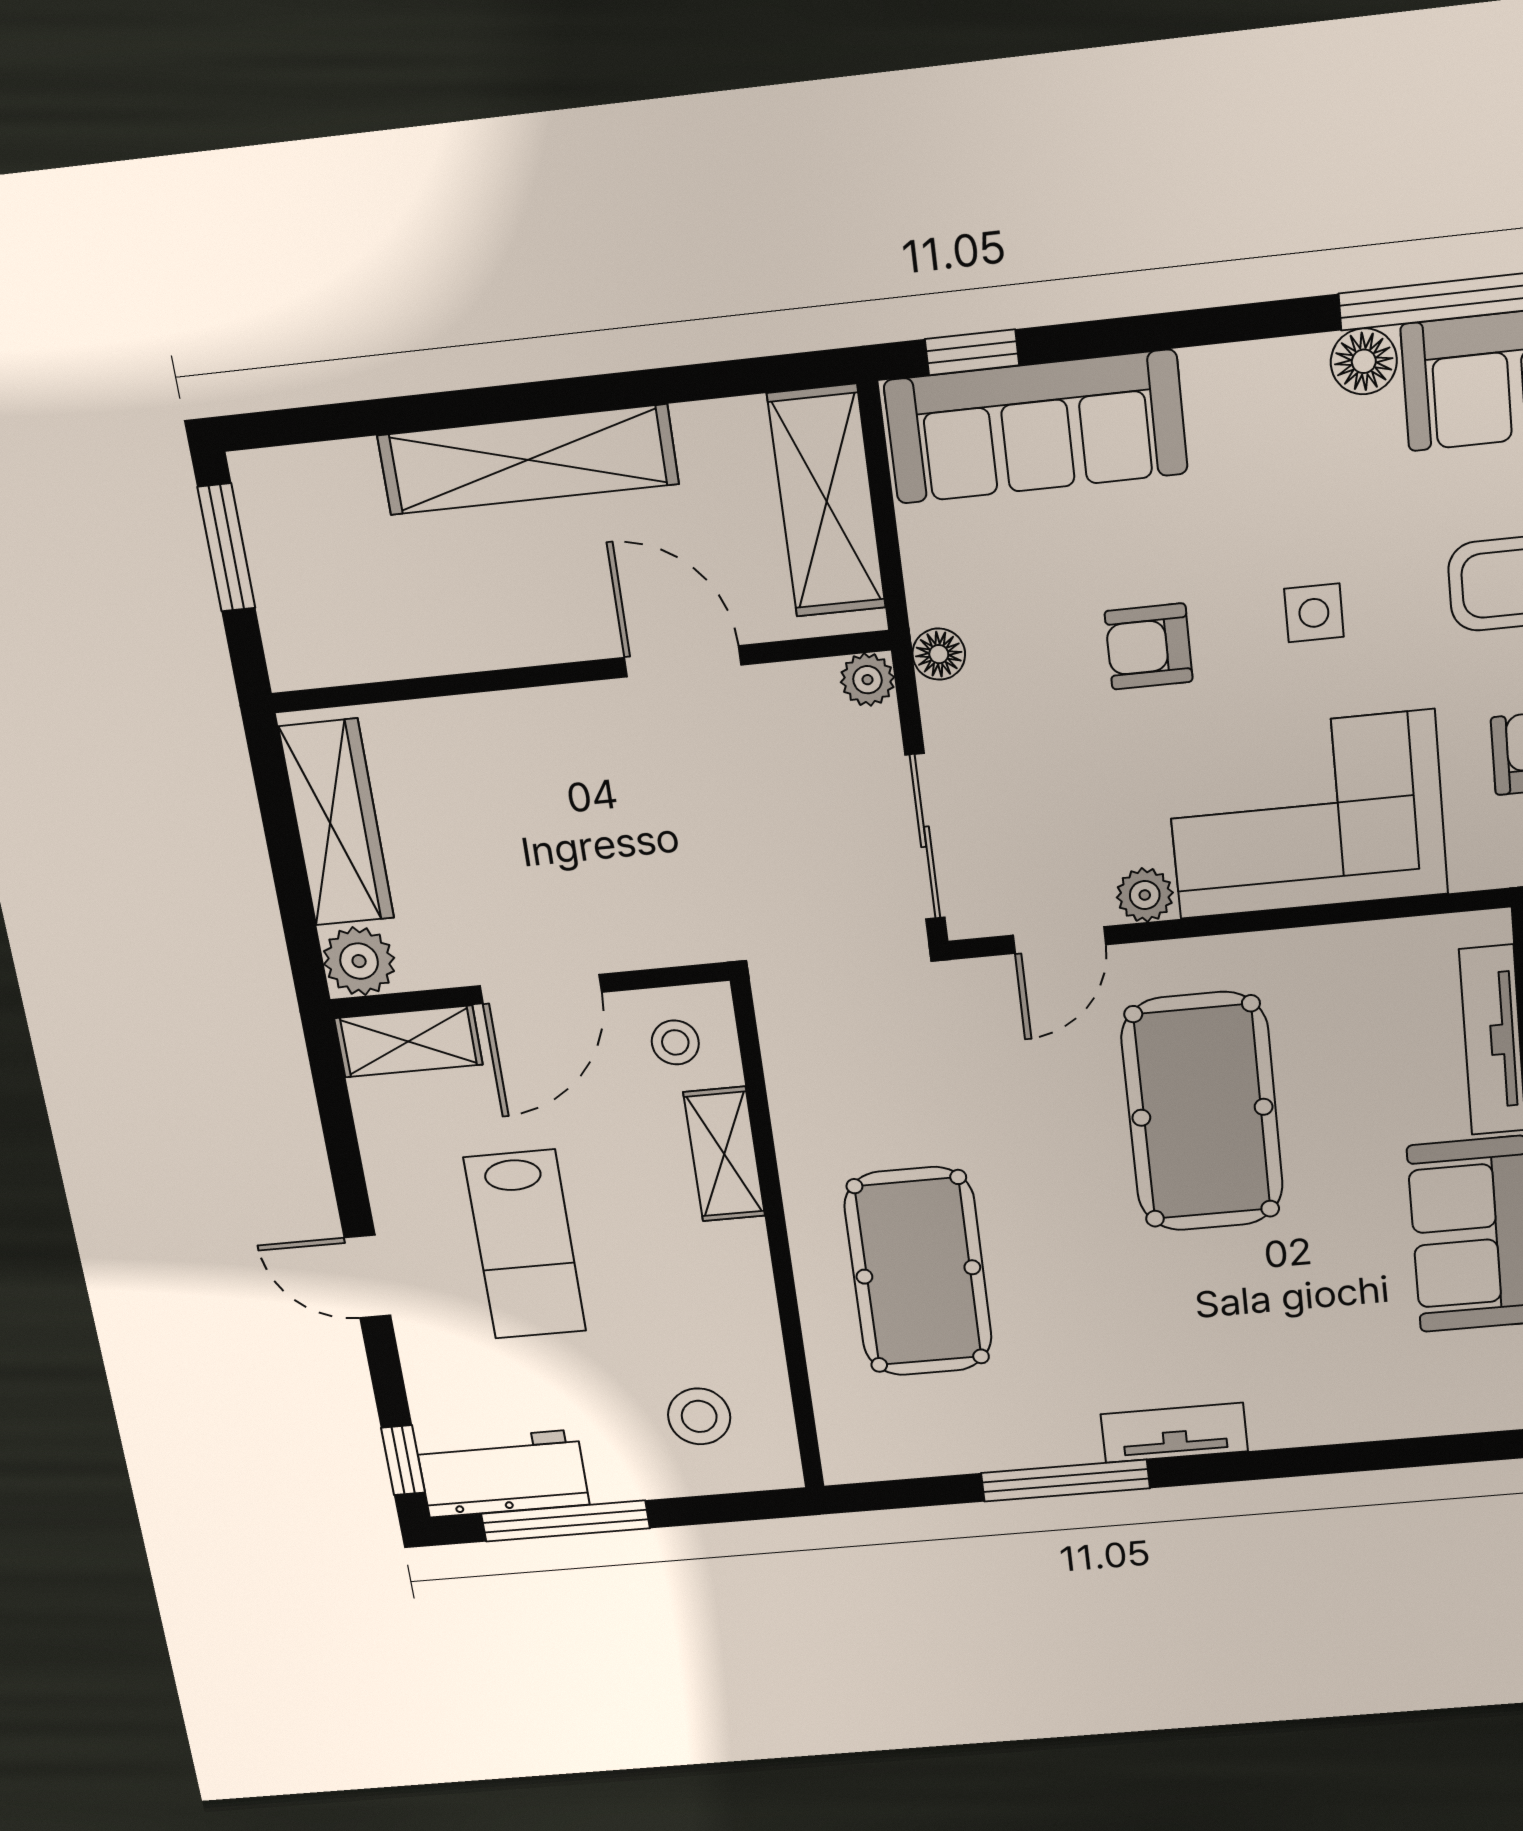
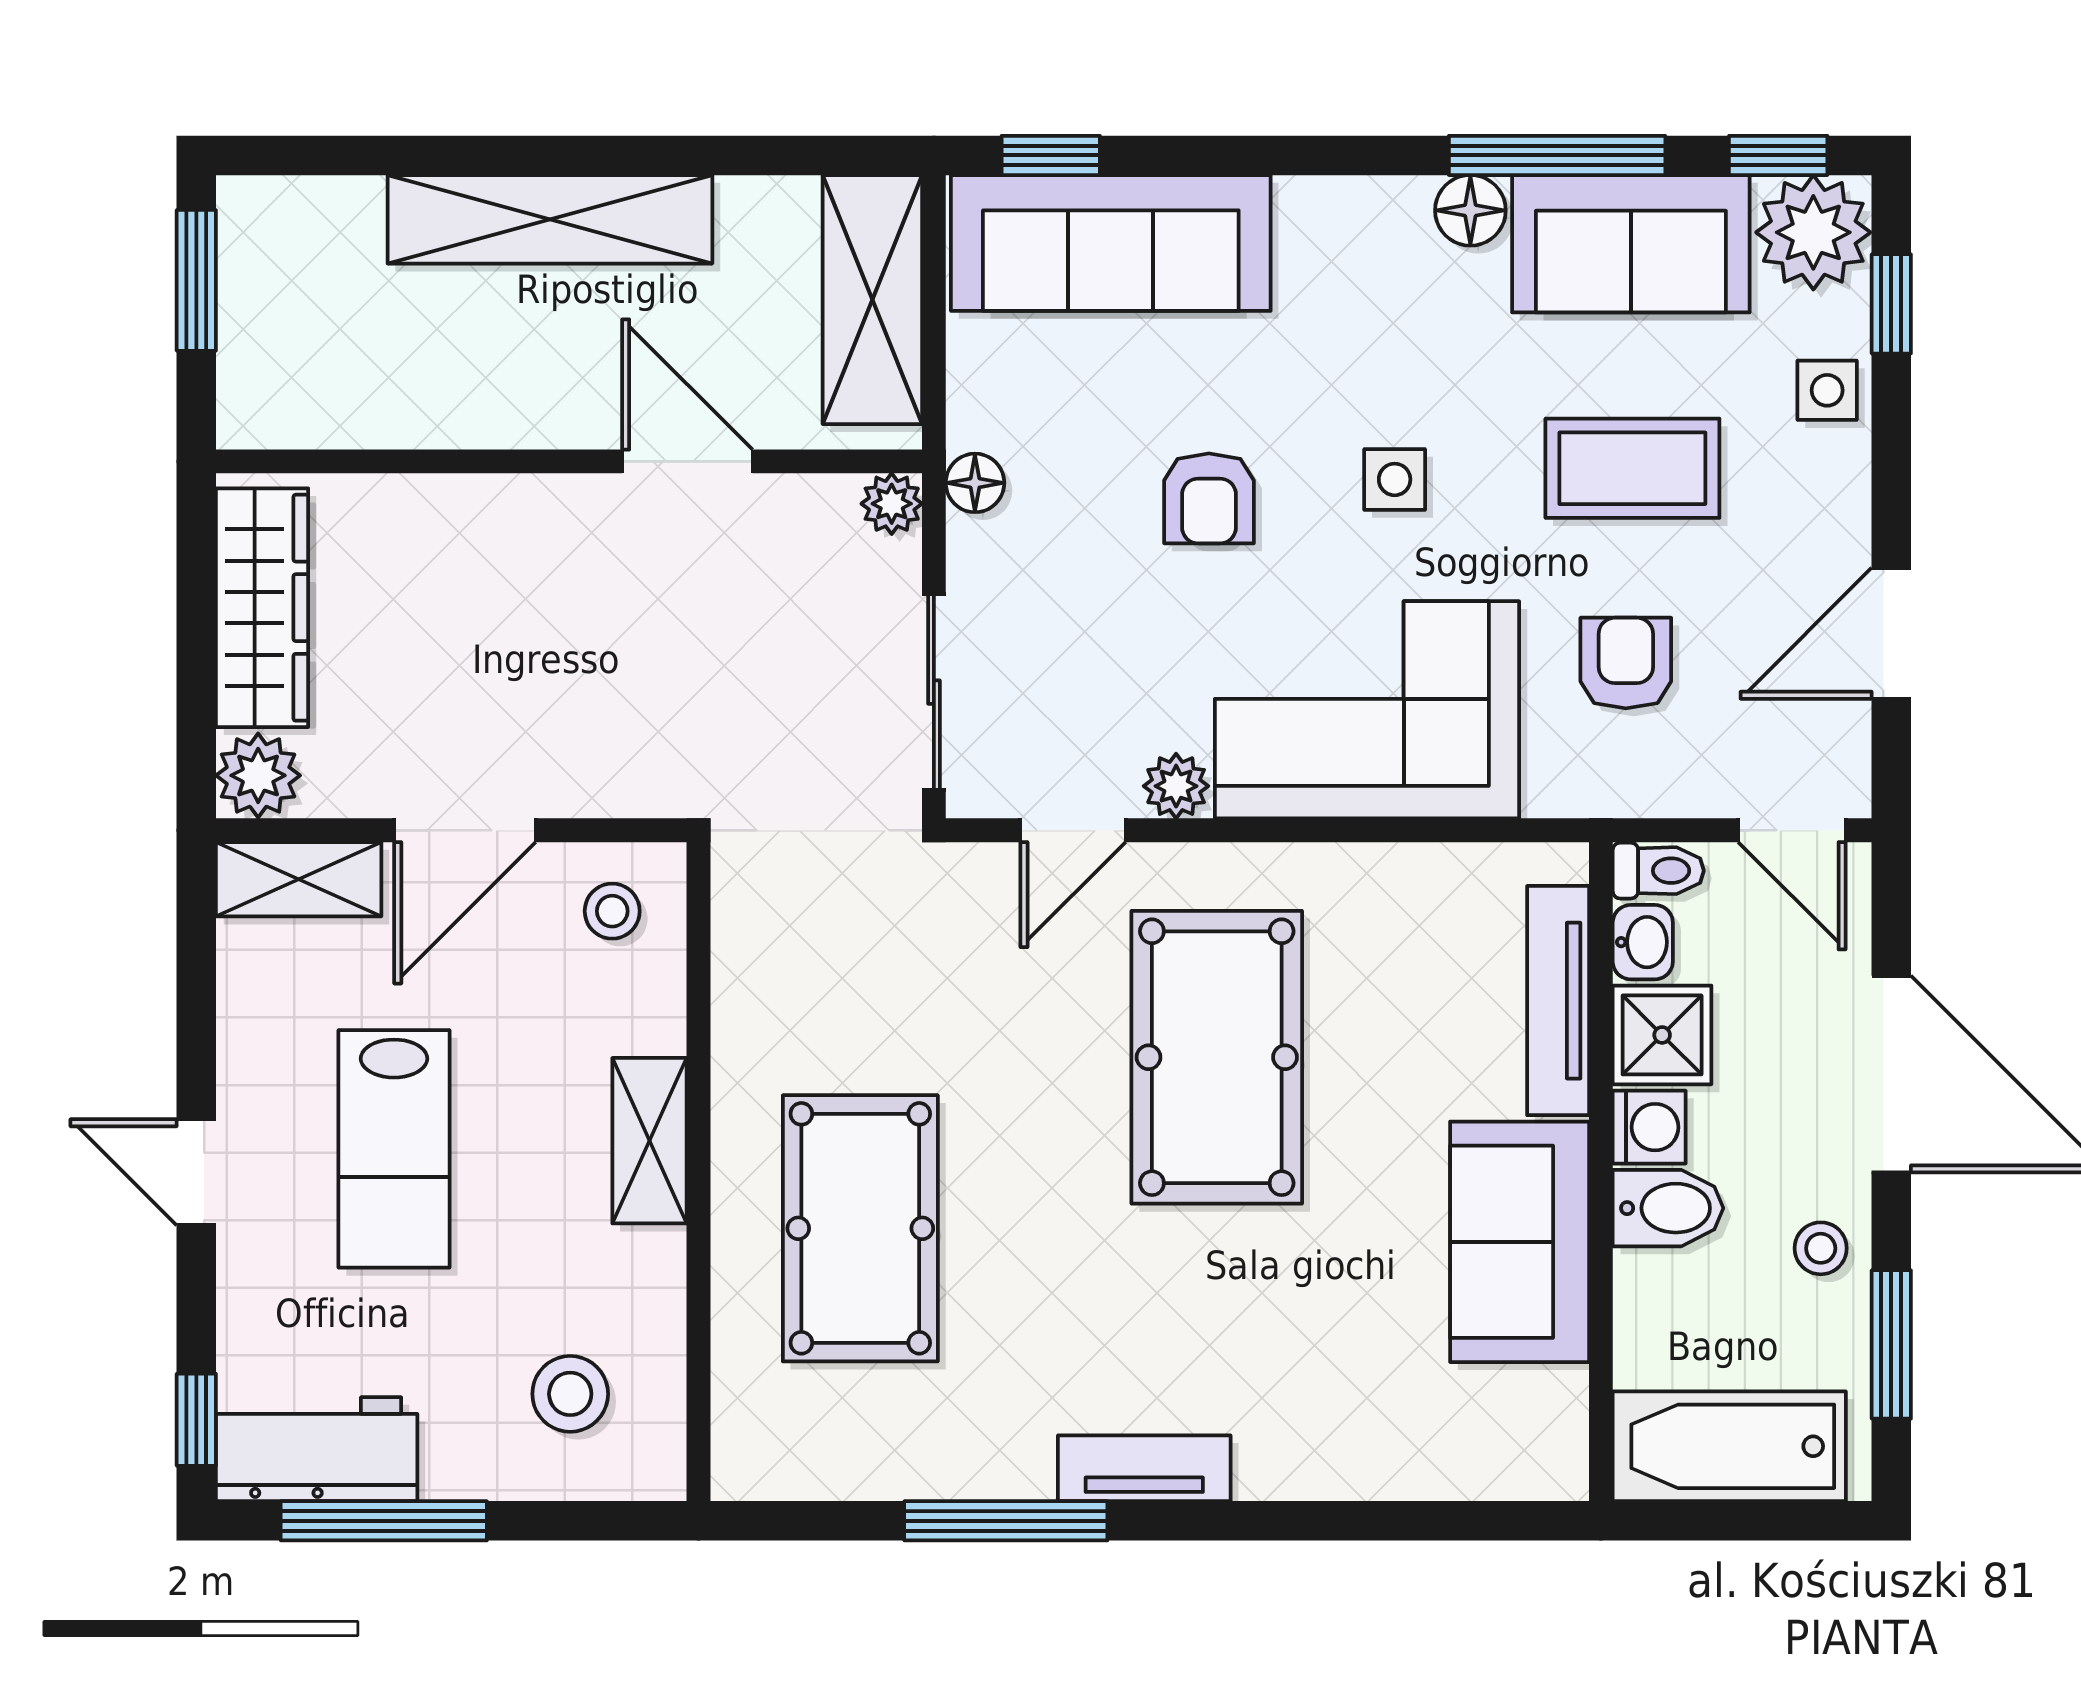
armchair: (1149, 646) -> (1209, 498), turned -90
shelving: (724, 1154) -> (650, 1141), moved

